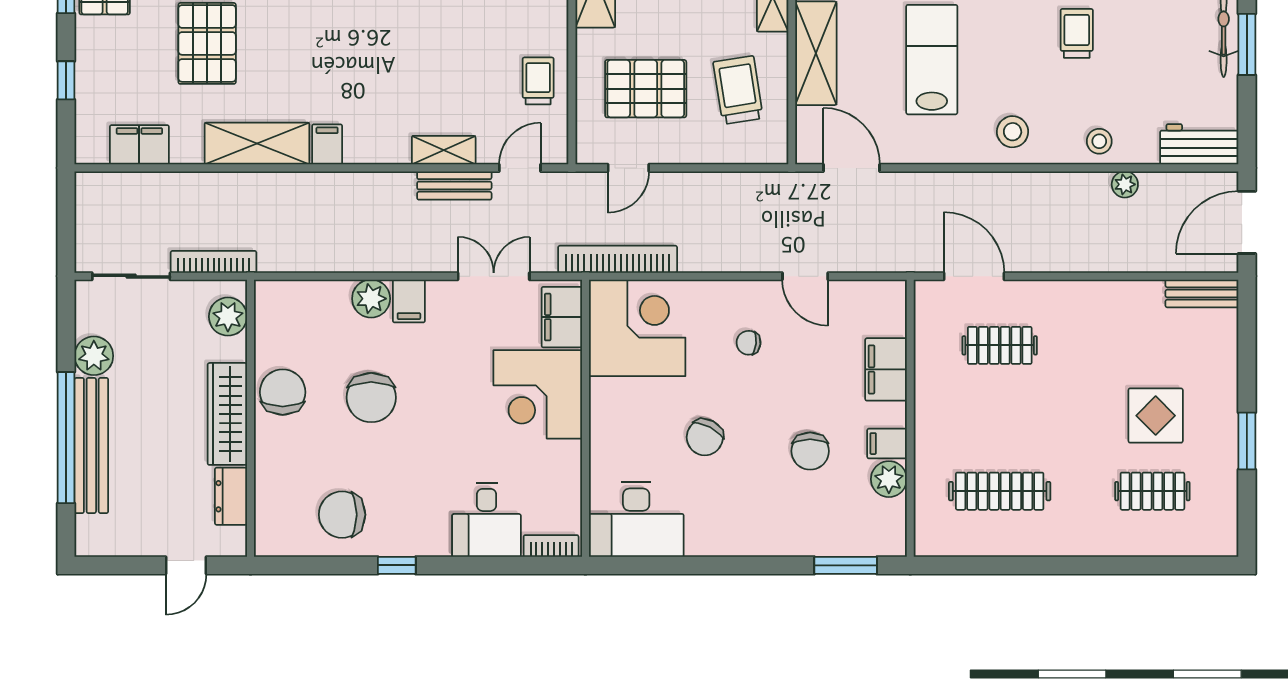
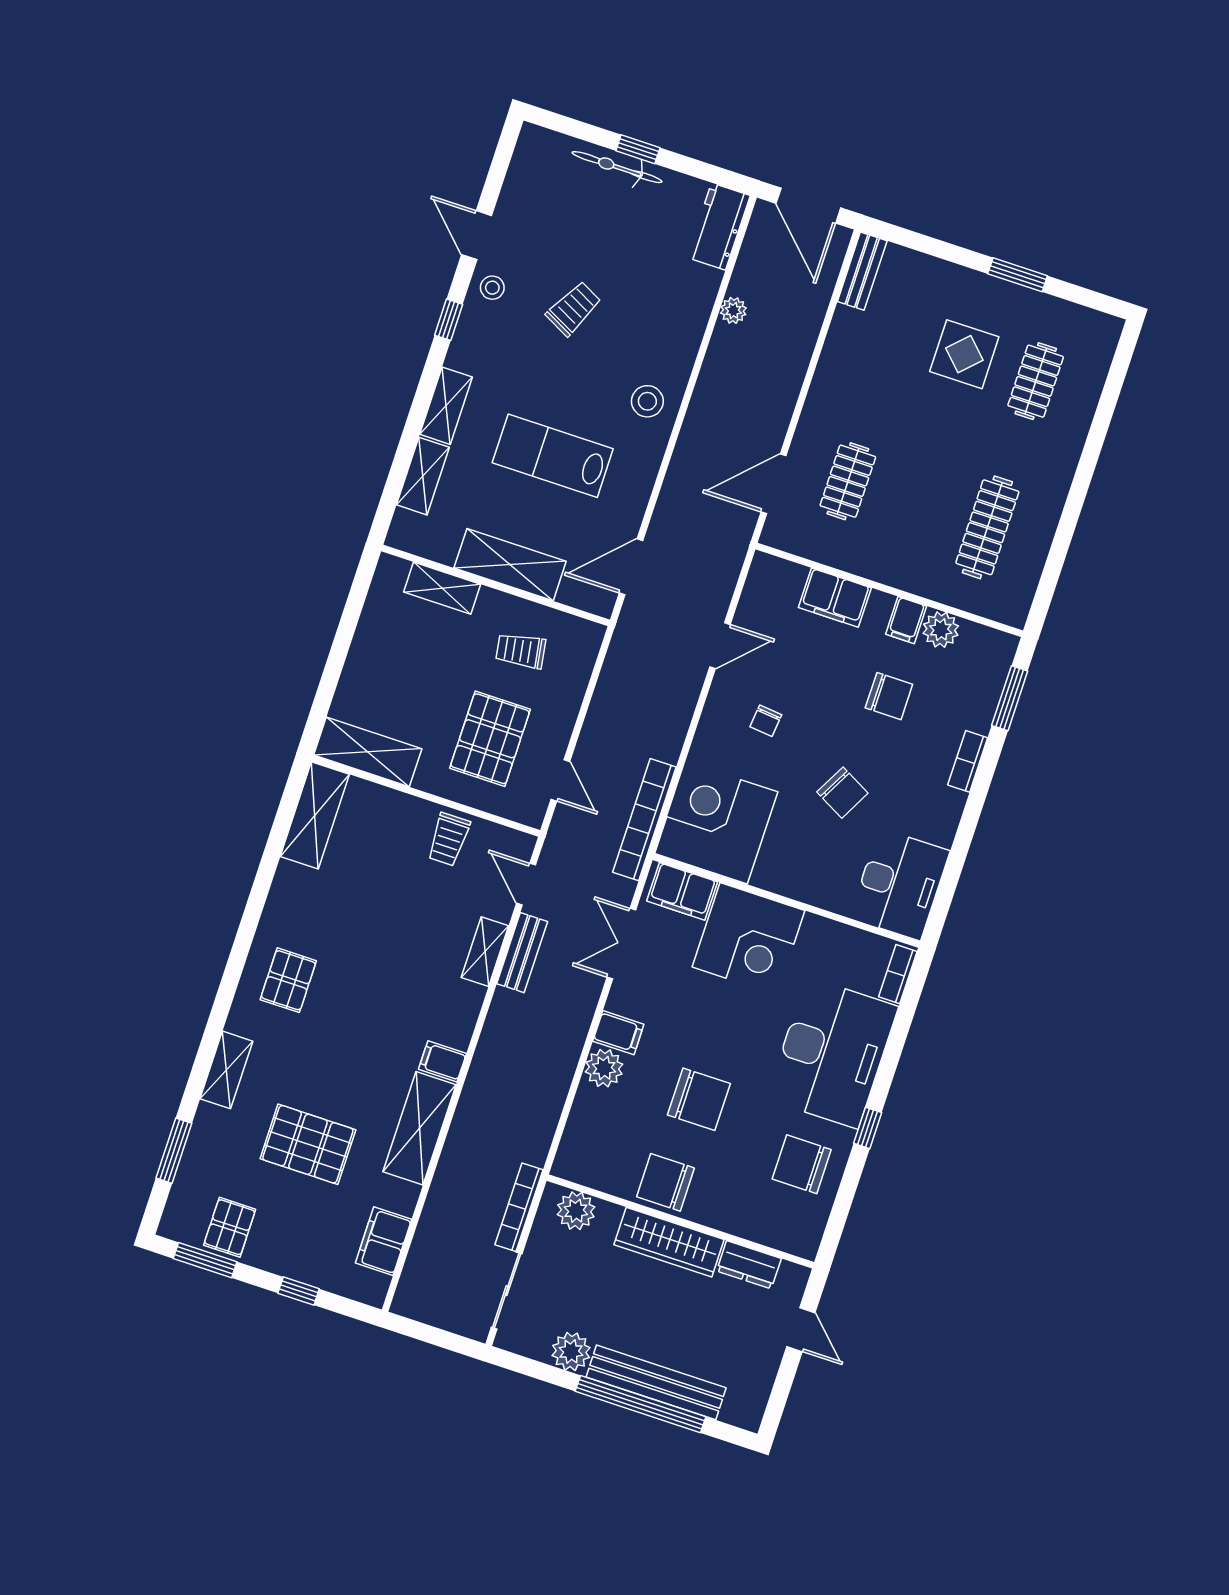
trolley: (1077, 33) -> (574, 309), turned 117
window: (1247, 44) -> (638, 149), width x0.67
trolley: (538, 81) -> (449, 839), turned -90
trolley: (738, 90) -> (521, 651), width x0.73, depth x0.72
stool: (1099, 141) -> (684, 321), removed
chair: (342, 515) -> (802, 1164), turned 90
desk: (487, 520) -> (832, 1053), width x1.87, depth x1.30
bookcase: (773, 546) -> (968, 761), added

